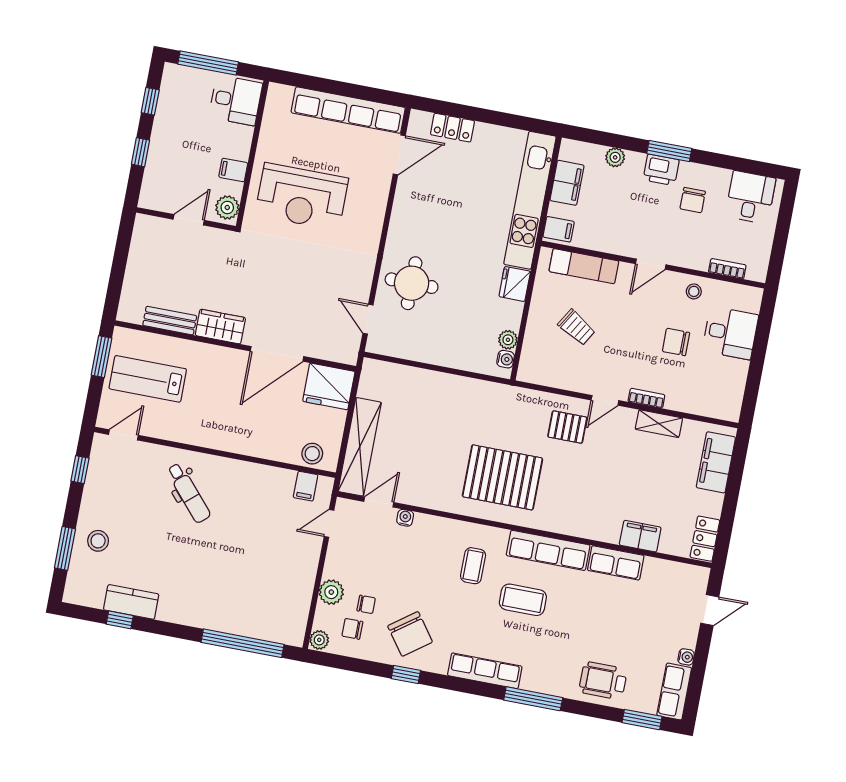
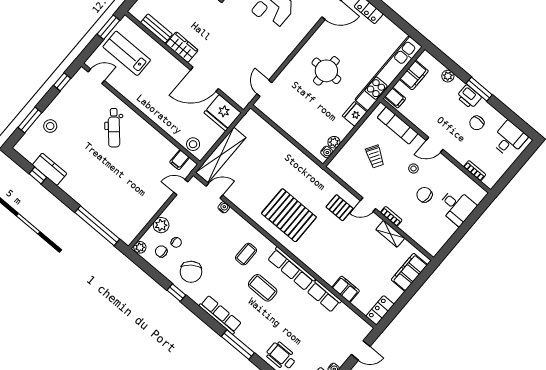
round table: (412, 283) -> (326, 71), moved
stool: (694, 291) -> (413, 168), moved

